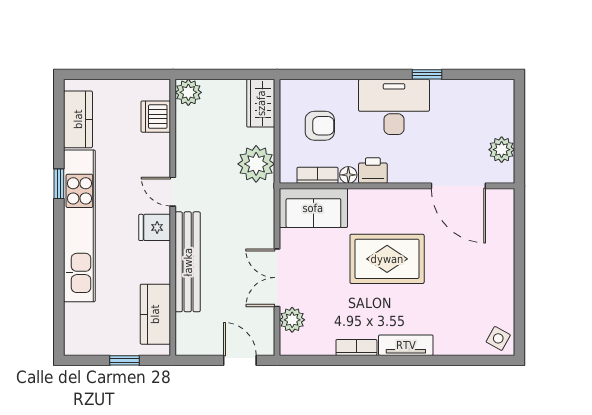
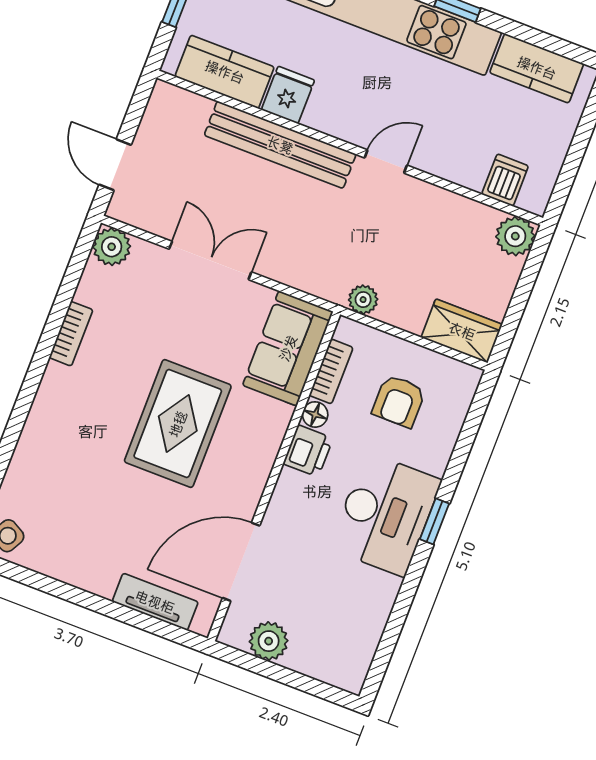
window: (427, 74) -> (435, 521), moved
dishwasher: (156, 117) -> (505, 180), width x0.73
plant: (256, 164) -> (363, 300), width x0.53, depth x0.53
fridge: (155, 227) -> (288, 95), moved
plant: (292, 320) -> (112, 247), moved
tv unit: (406, 345) -> (155, 602), moved, turned -90
door: (240, 360) -> (115, 165), swing flipped

